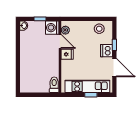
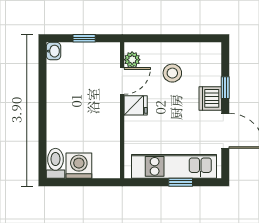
washing machine: (52, 28) -> (79, 166), moved, turned 90
stool: (99, 29) -> (172, 73), moved
door: (60, 41) -> (122, 81), hinge flipped
toilet: (54, 85) -> (55, 163), moved

